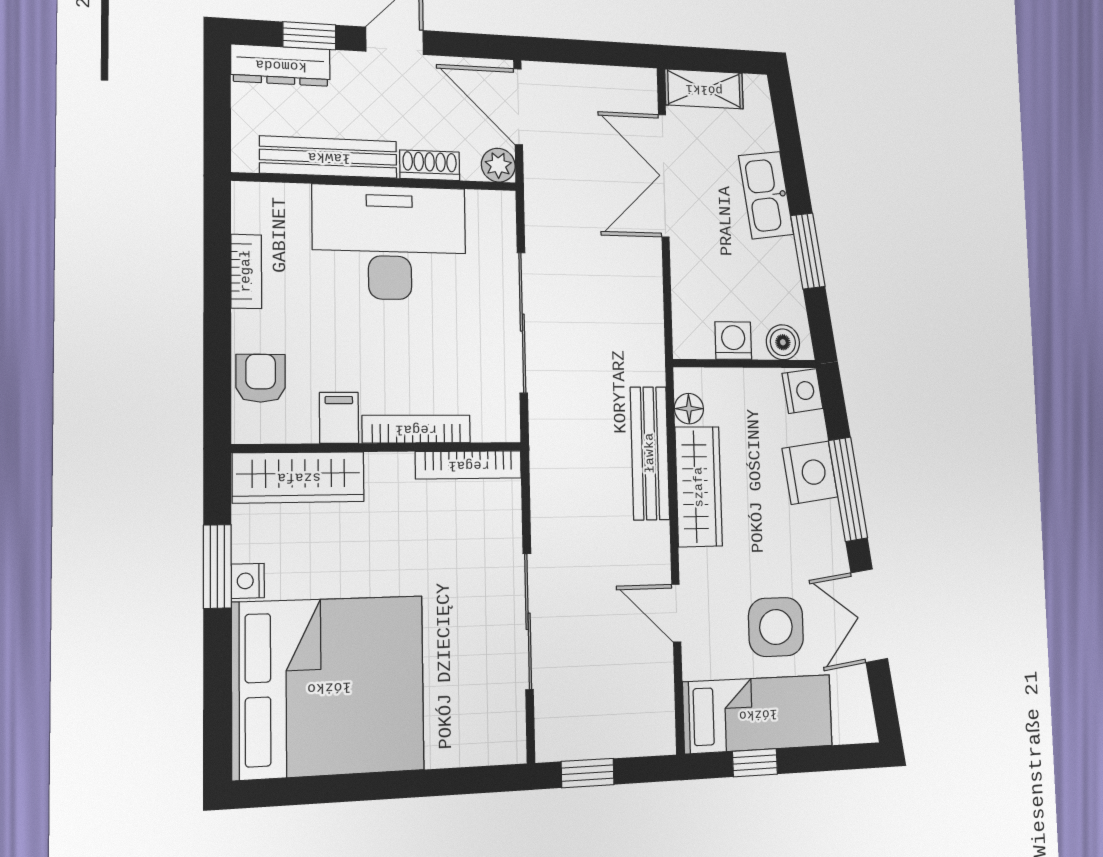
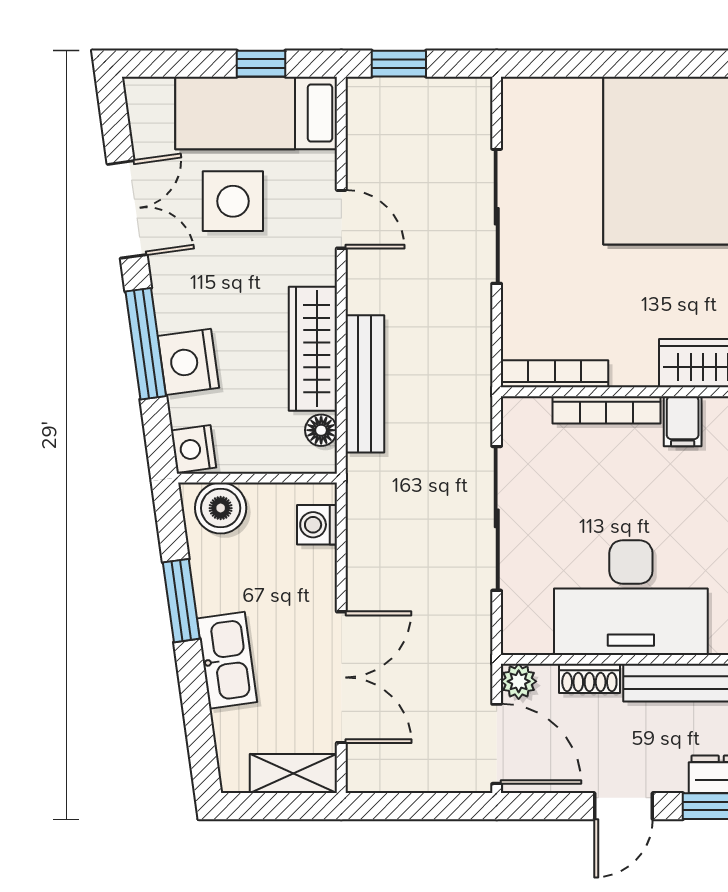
washing machine: (733, 341) -> (317, 525), moved, turned 90
boiler: (783, 342) -> (221, 508), width x1.36, depth x1.36
window: (588, 773) -> (399, 64), moved

